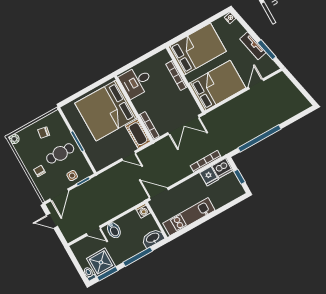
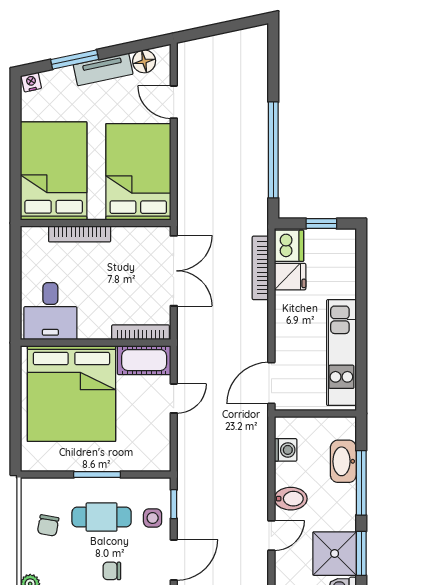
window: (267, 50) -> (75, 59), moved
floor lamp: (266, 61) -> (144, 61), added
cafe table: (60, 153) -> (102, 517), turned 90
door: (59, 195) -> (174, 560), hinge flipped
washing machine: (143, 211) -> (286, 450), moved
washbasin: (153, 238) -> (343, 461), moved

